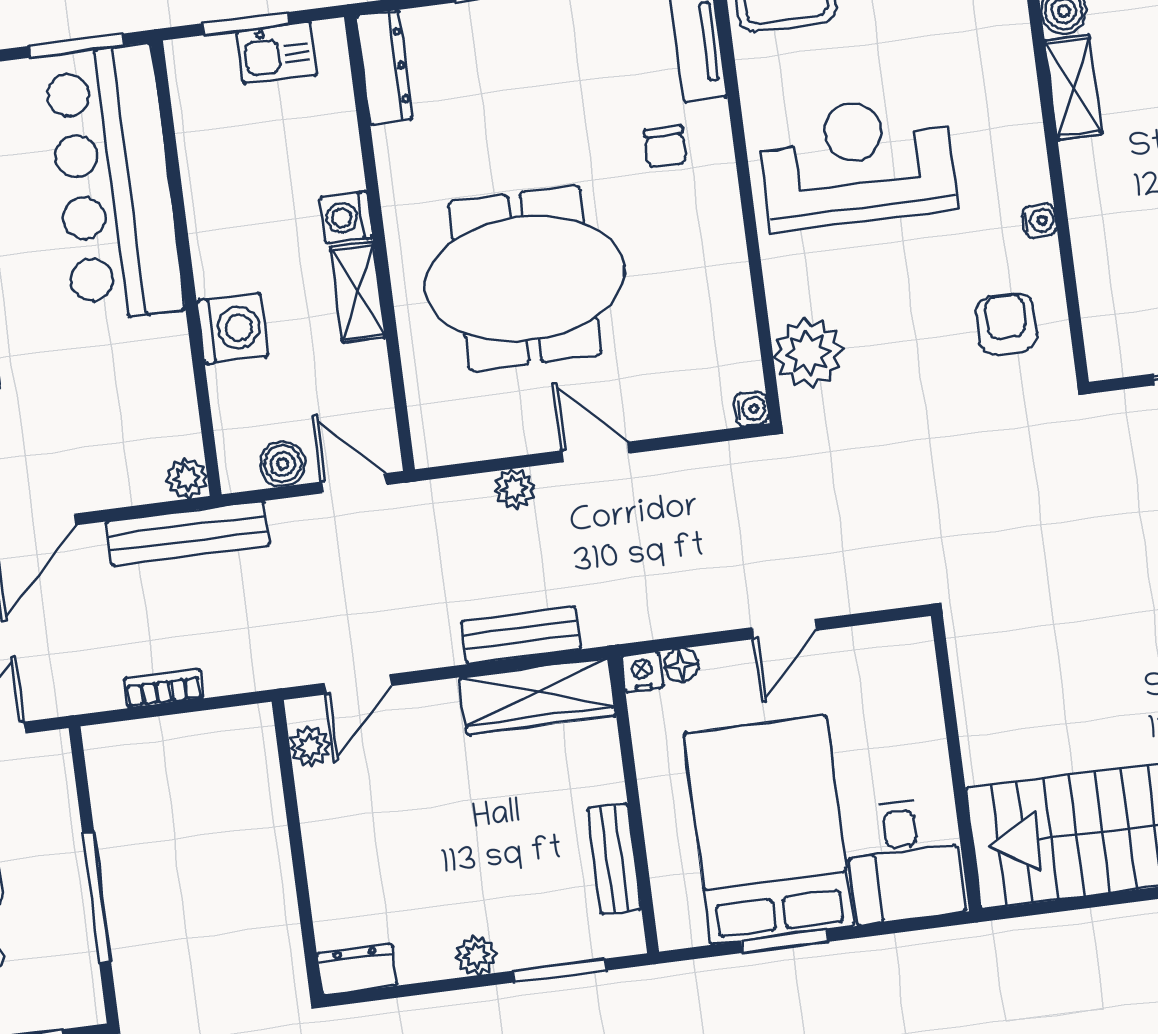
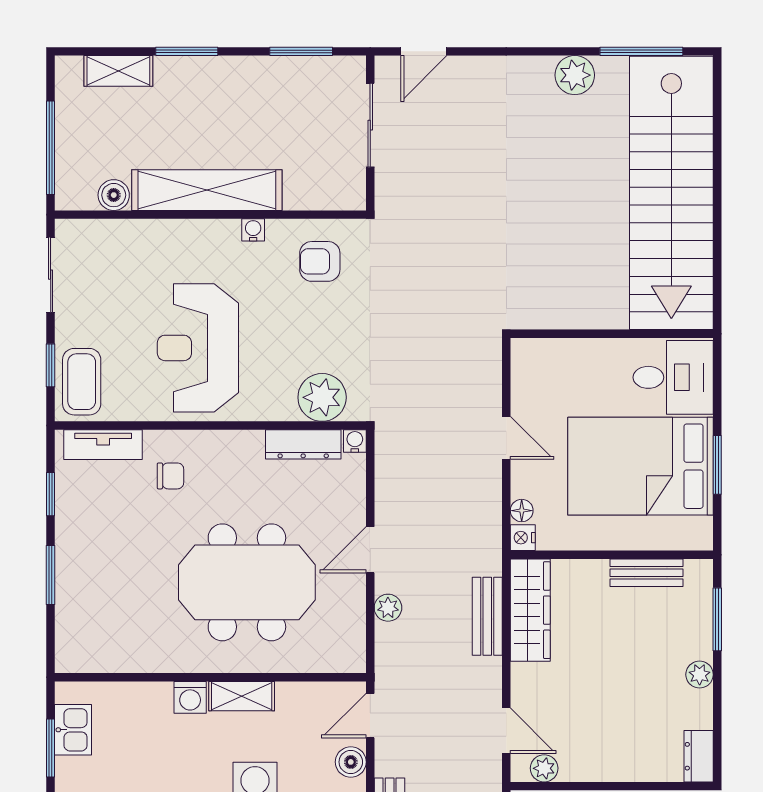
dresser: (385, 67) -> (303, 444), moved, turned 180
shelving: (1073, 87) -> (207, 190), width x2.20, depth x1.33
meeting table: (525, 278) -> (247, 582), turned 90

